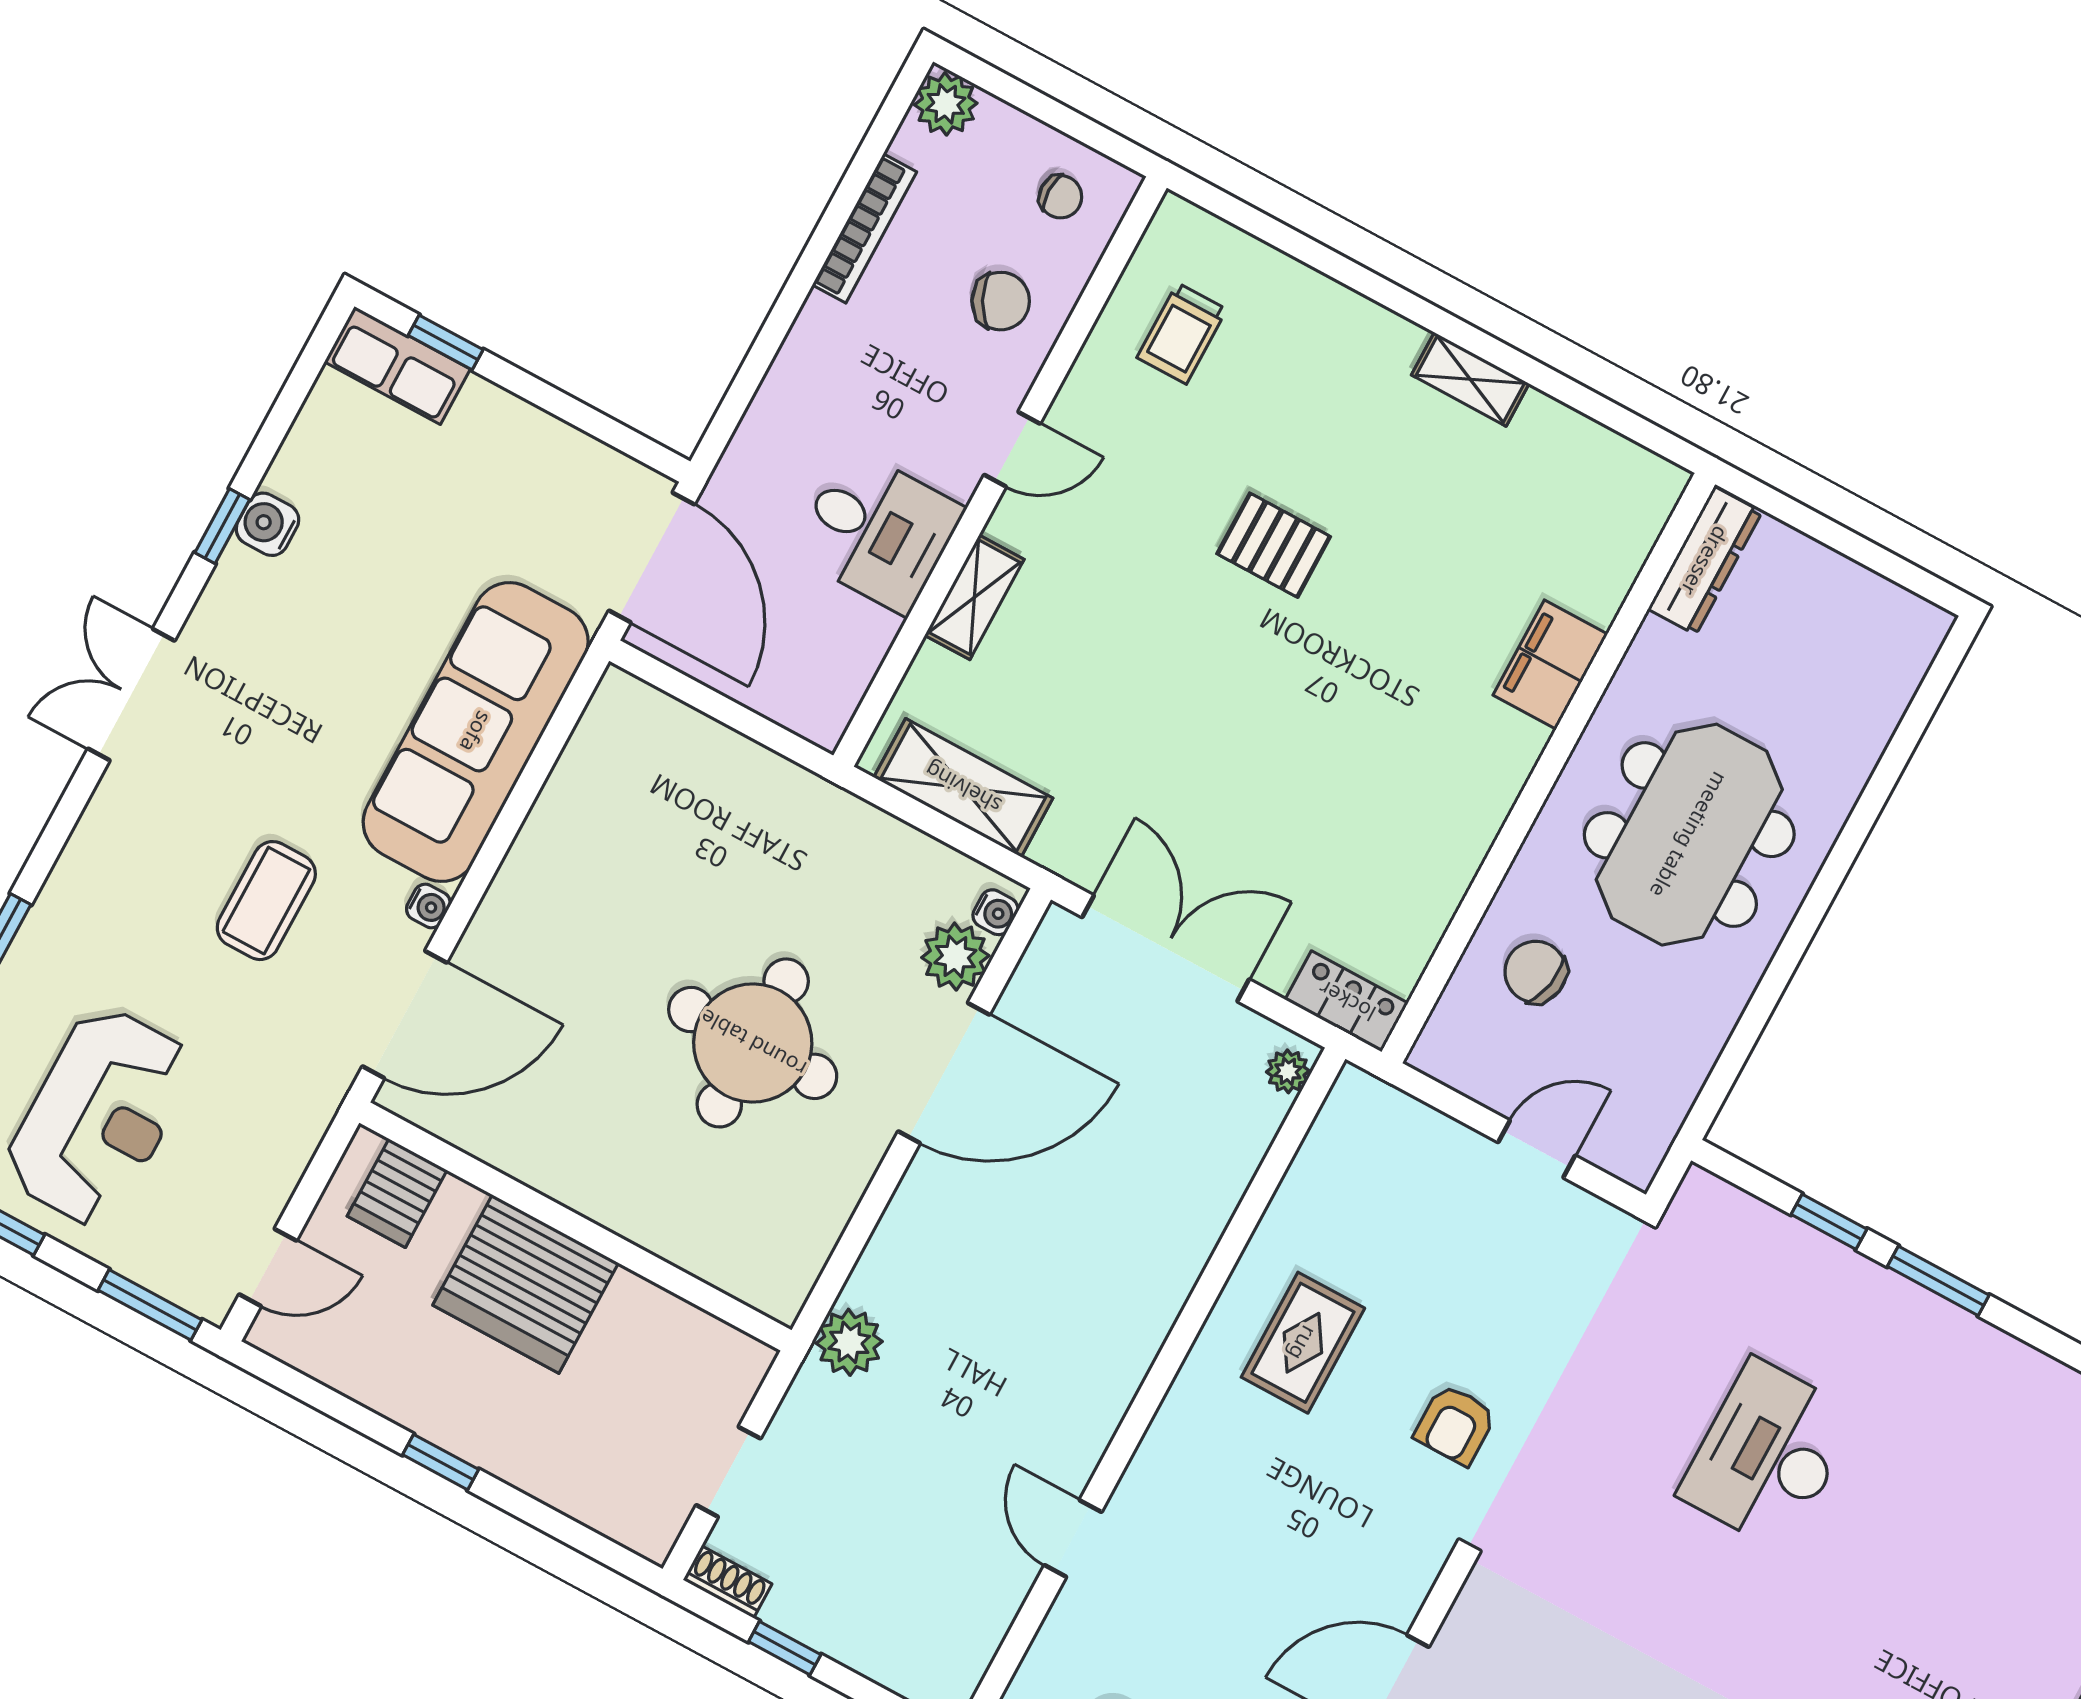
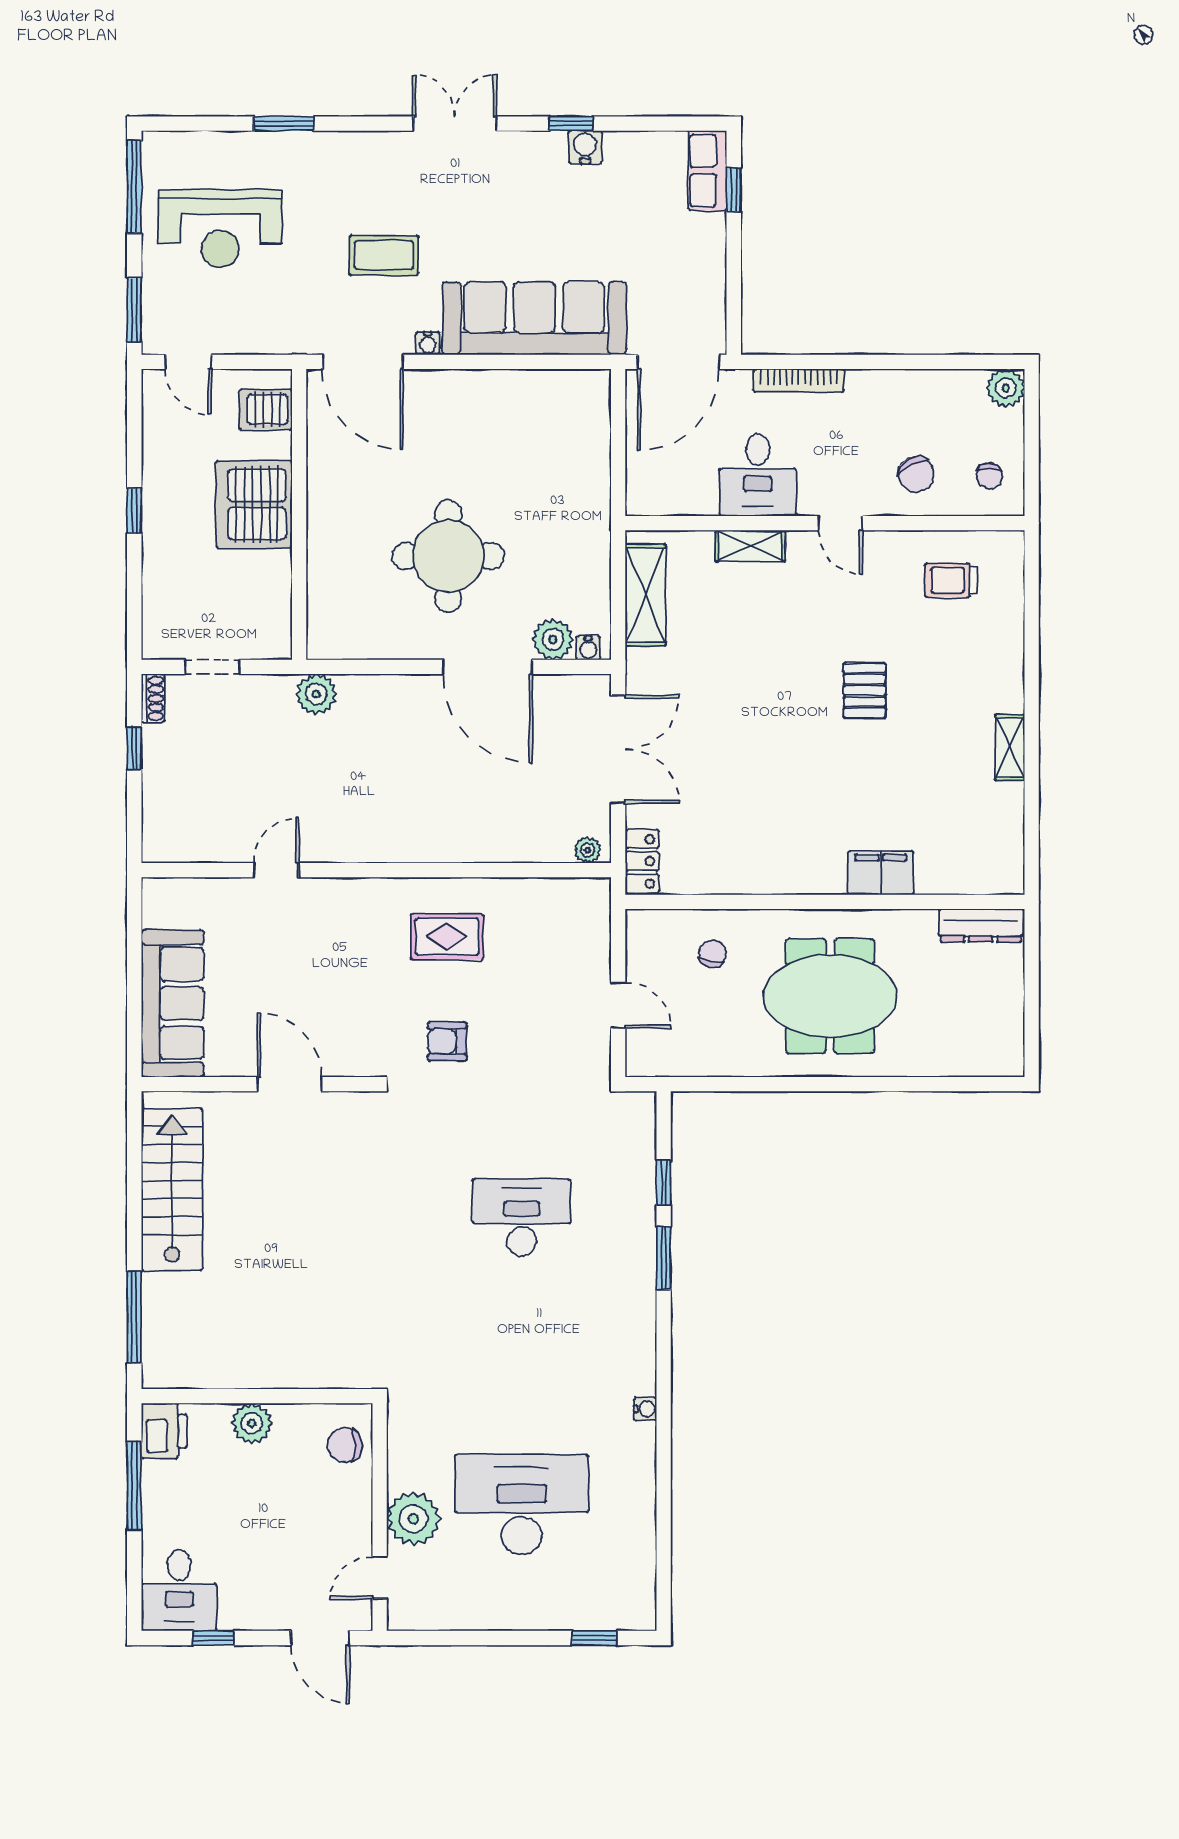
bookcase: (864, 228) -> (799, 381), moved
chair: (1536, 972) -> (712, 954), width x0.73, depth x0.73

